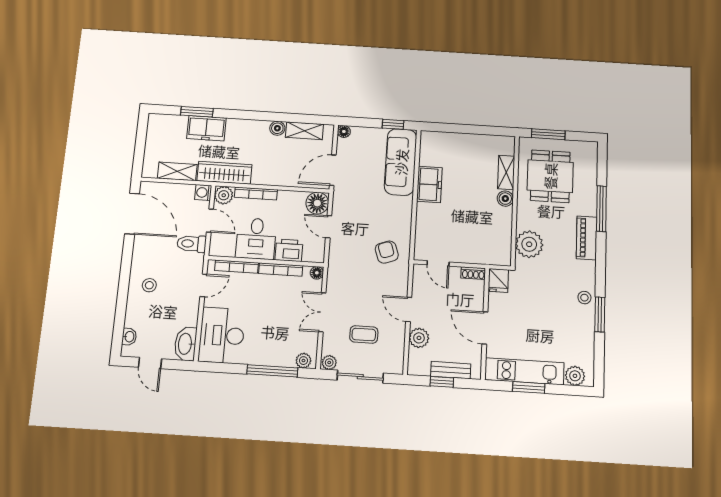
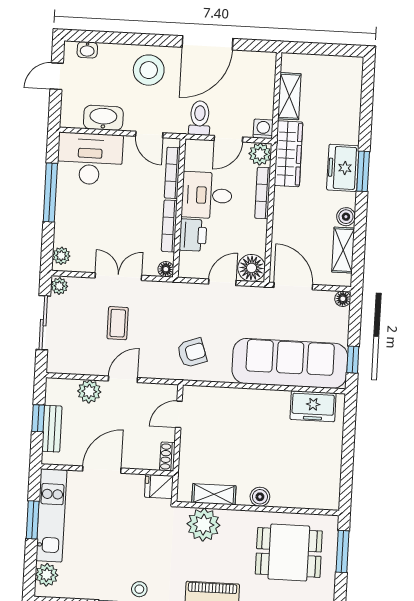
window: (197, 112) -> (363, 171), moved
freezer: (206, 128) -> (343, 168), moved
sofa: (401, 162) -> (290, 363), width x1.36, depth x1.27
shelving: (506, 172) -> (214, 494), moved
freezer: (429, 184) -> (313, 406), moved
door: (132, 214) -> (207, 43), moved
stool: (149, 285) -> (149, 70), width x1.89, depth x1.89
coffee table: (364, 334) -> (118, 323), moved
washbasin: (186, 344) -> (103, 118), moved
window: (272, 371) -> (50, 193), moved

